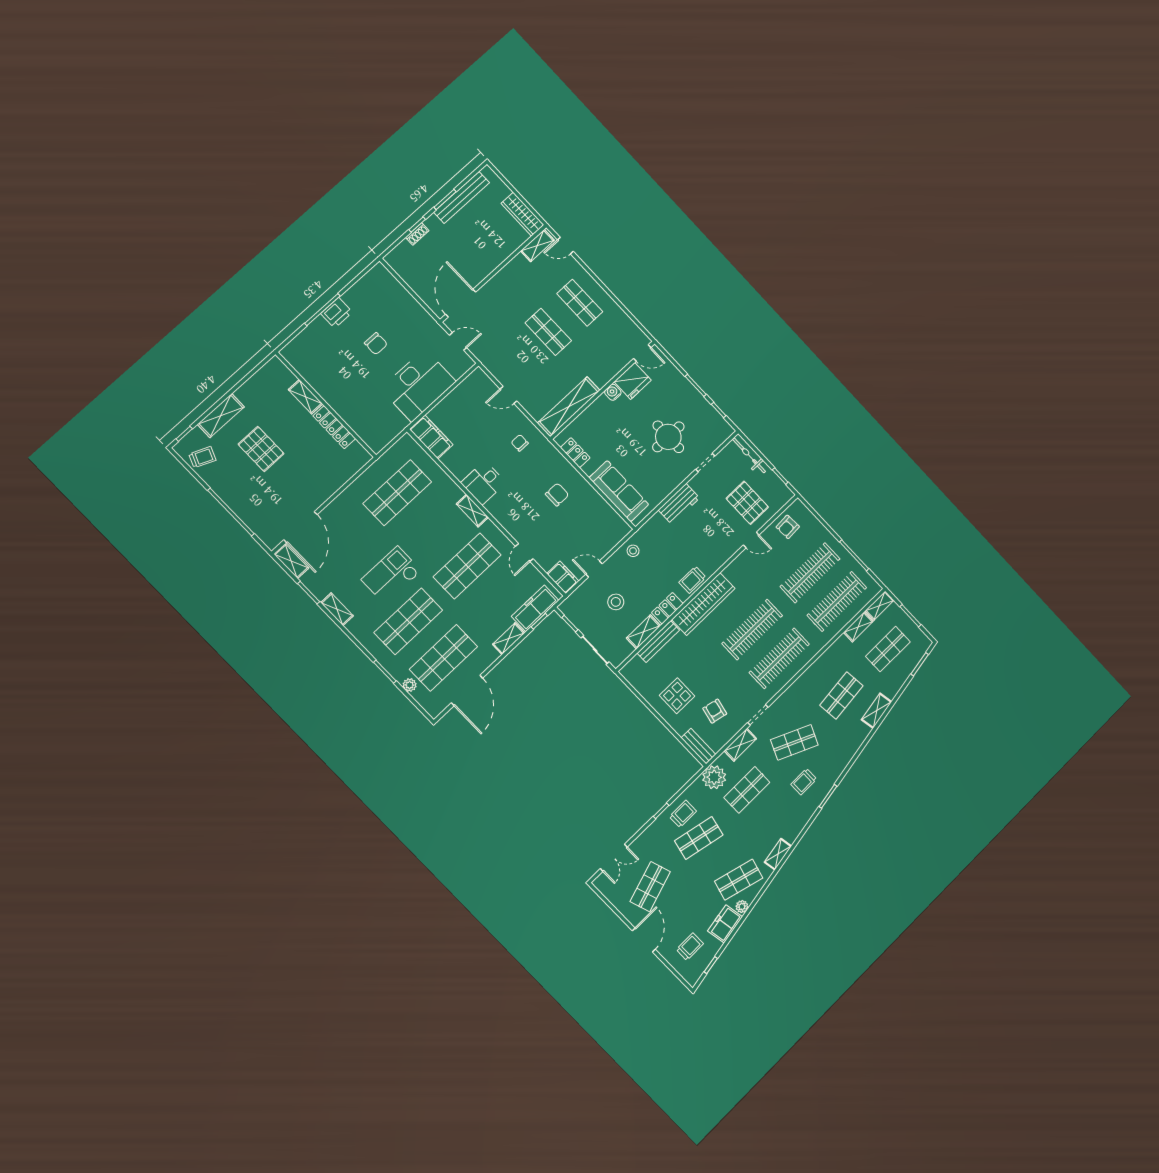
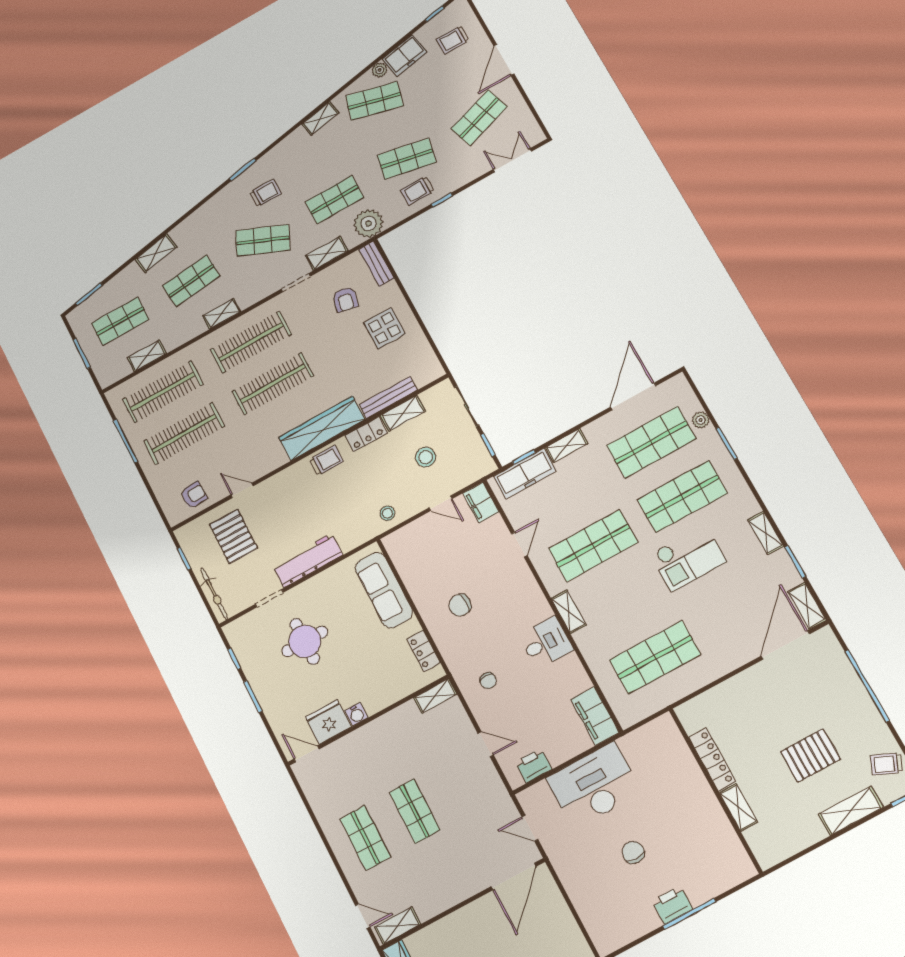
printer: (468, 388) -> (533, 766), added
shelving: (569, 407) -> (435, 696), width x0.45, depth x0.75
pallet: (261, 449) -> (810, 755), turned 90
workbench: (679, 504) -> (308, 560), width x1.38
shelving: (879, 606) -> (222, 314), moved

